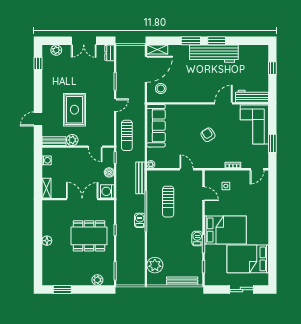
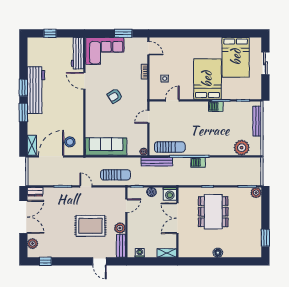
double door: (84, 41) -> (23, 217), width x1.37
door: (146, 69) -> (51, 156), hinge flipped
sun lounger: (168, 202) -> (170, 147), moved
plant: (97, 280) -> (256, 193), moved

